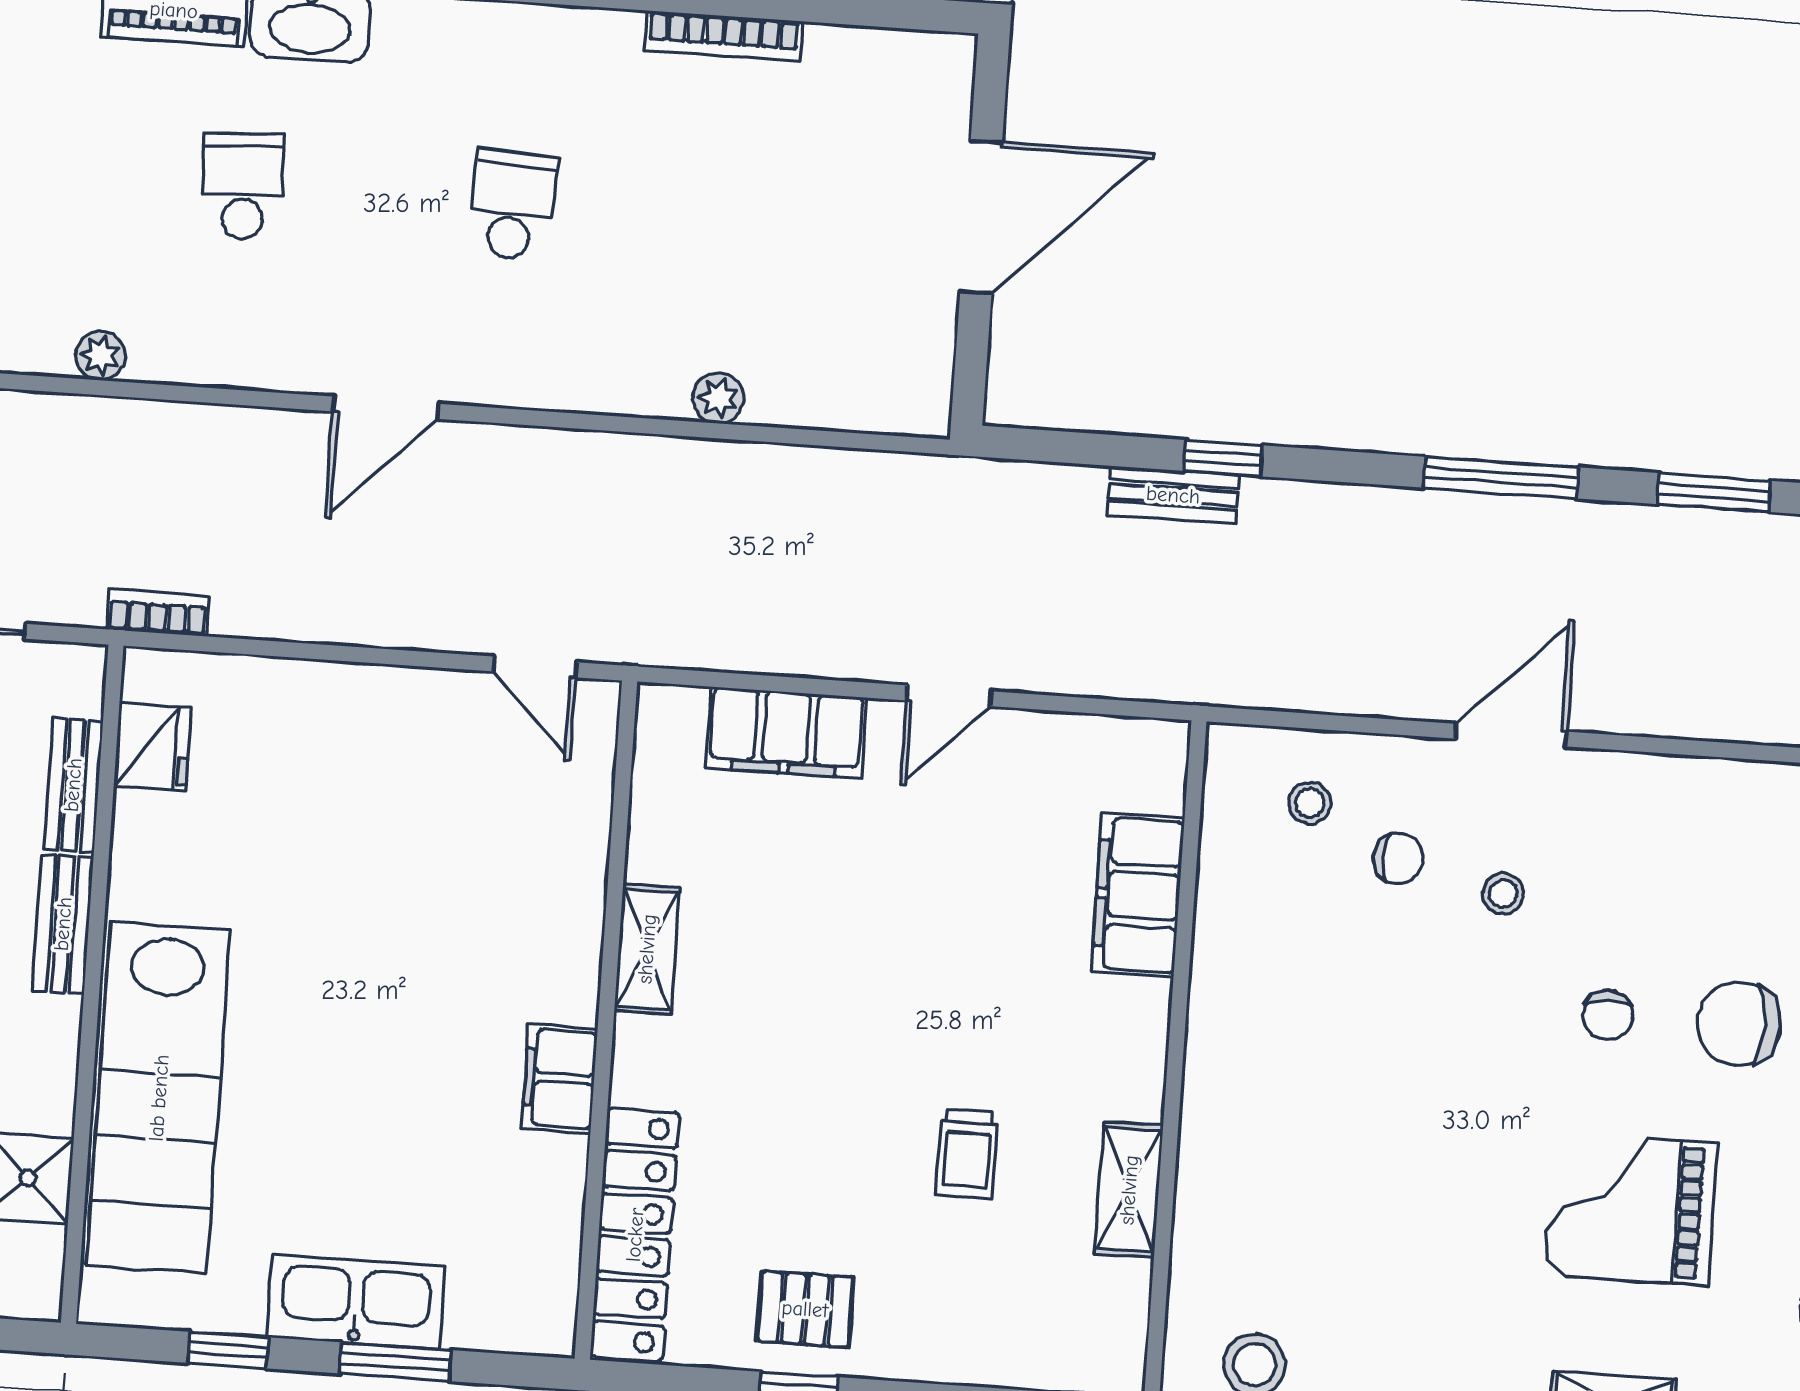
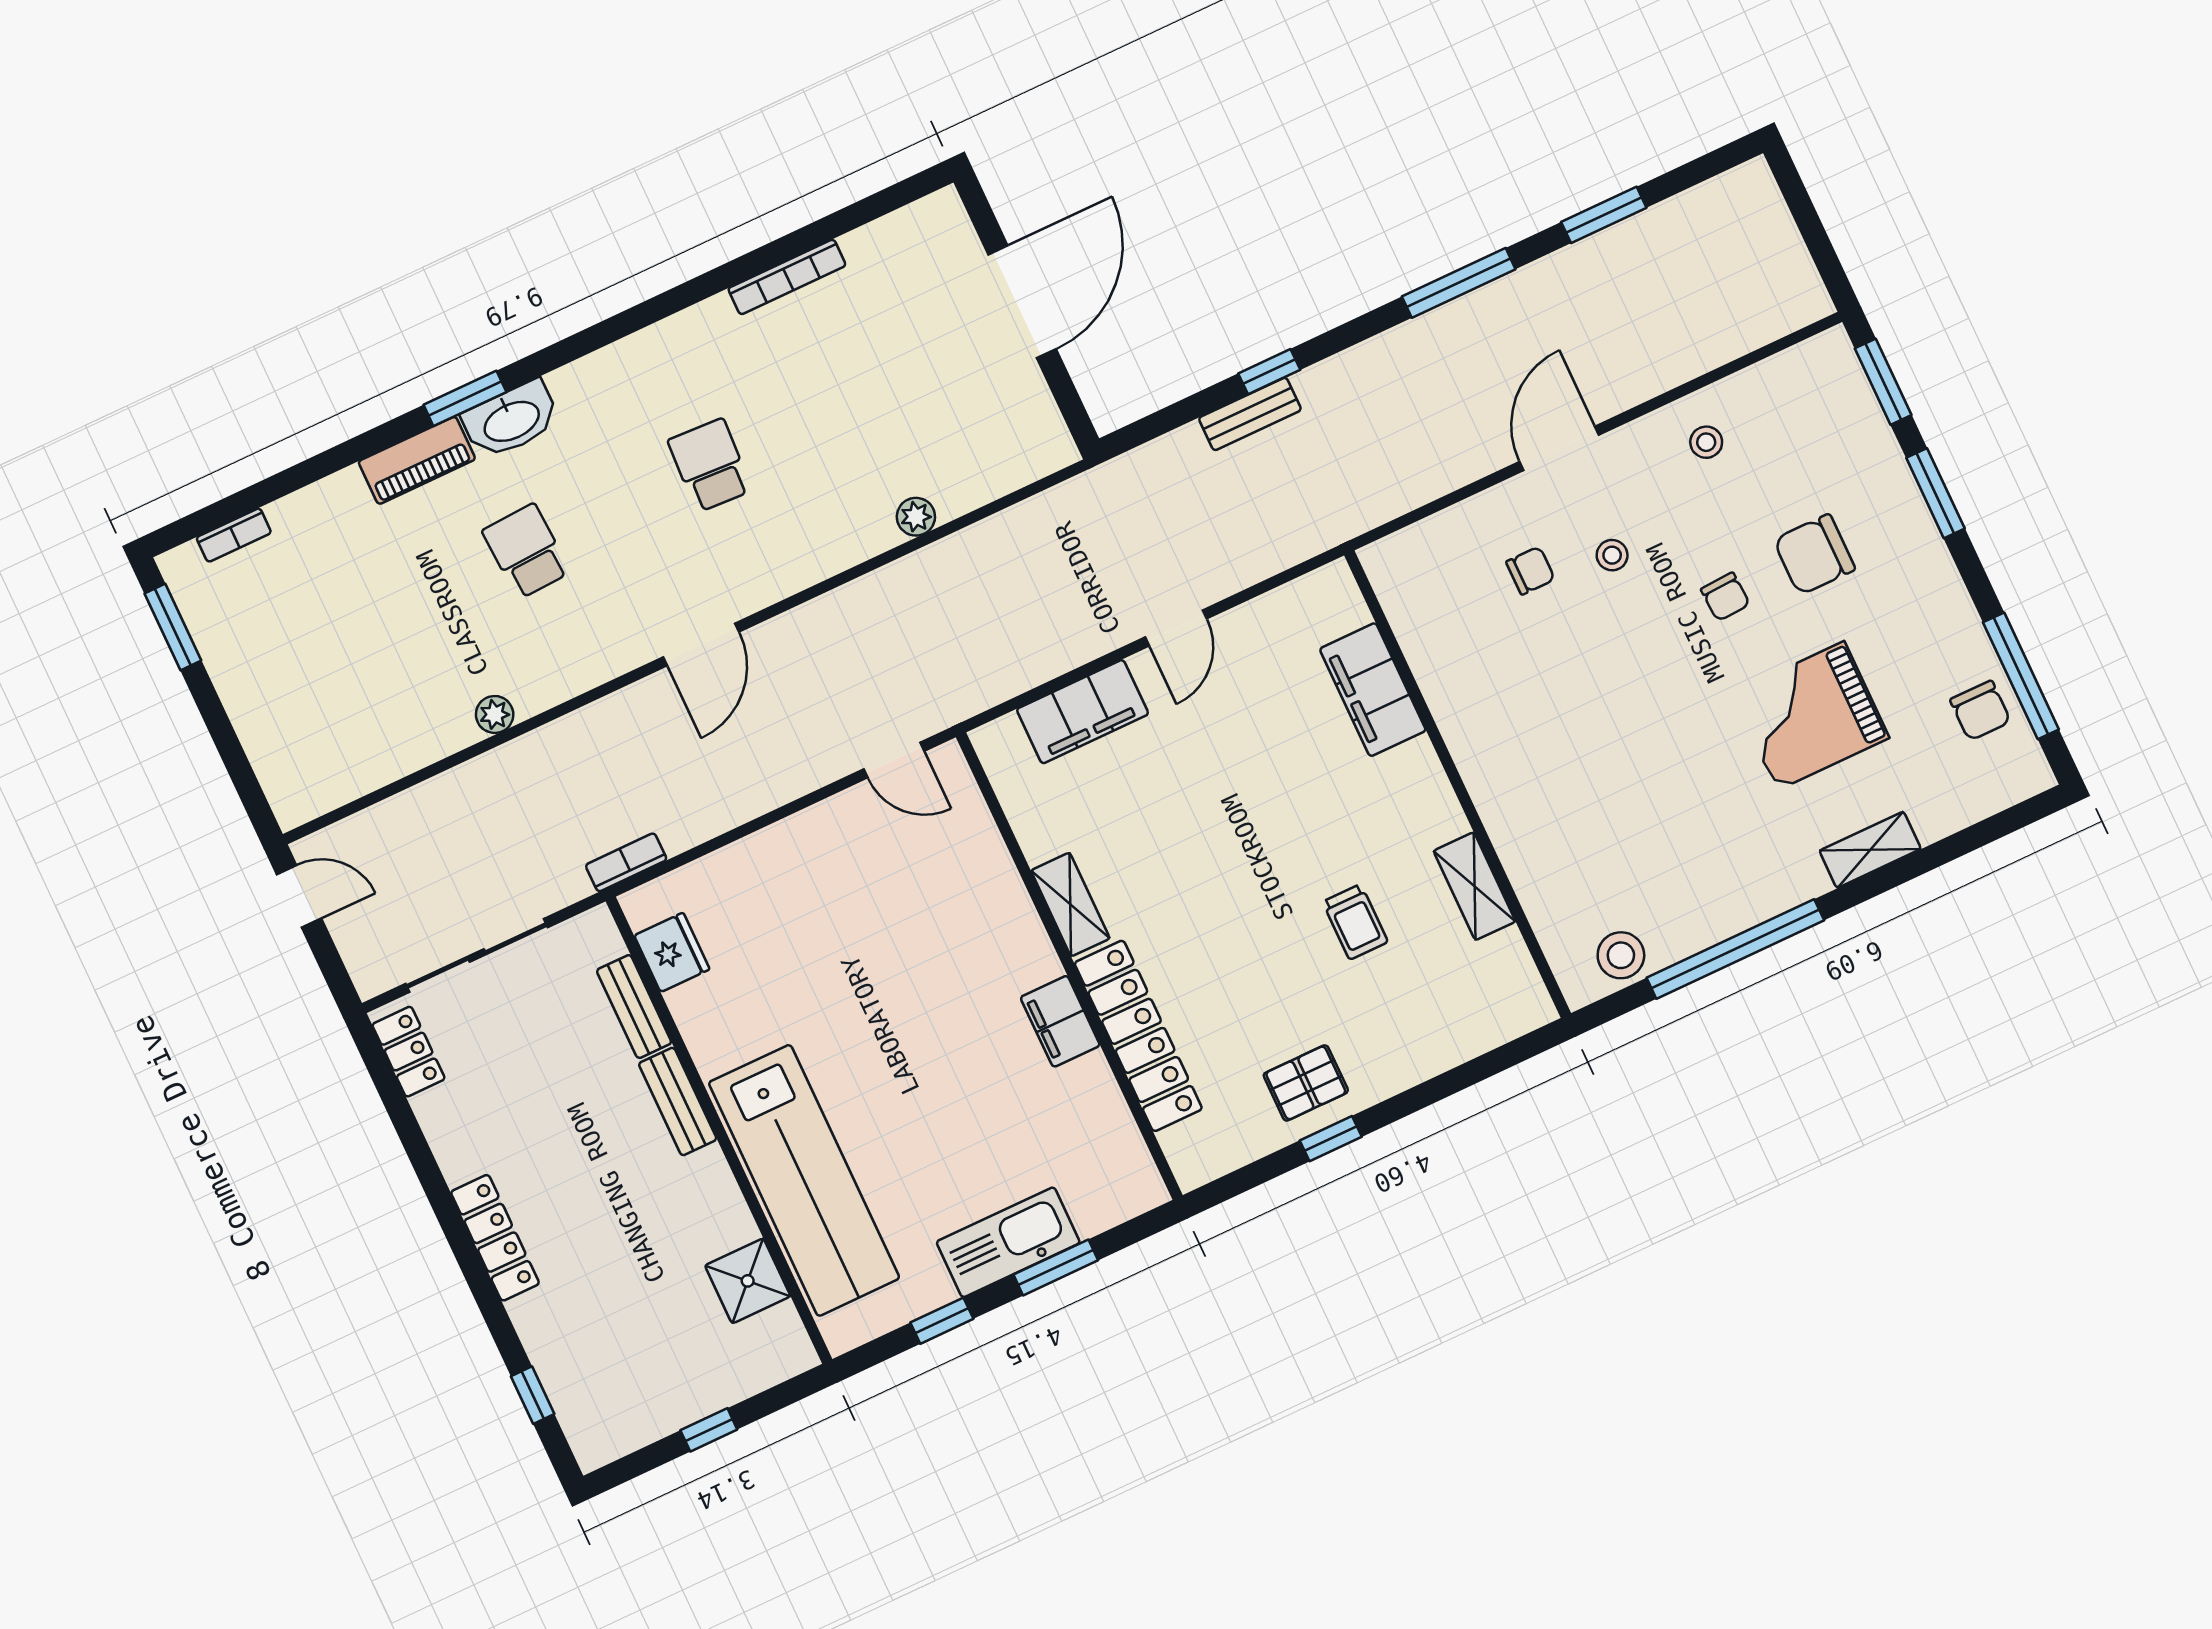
stool: (1310, 803) -> (1706, 442), moved
locker: (635, 1235) -> (1138, 1036), moved

